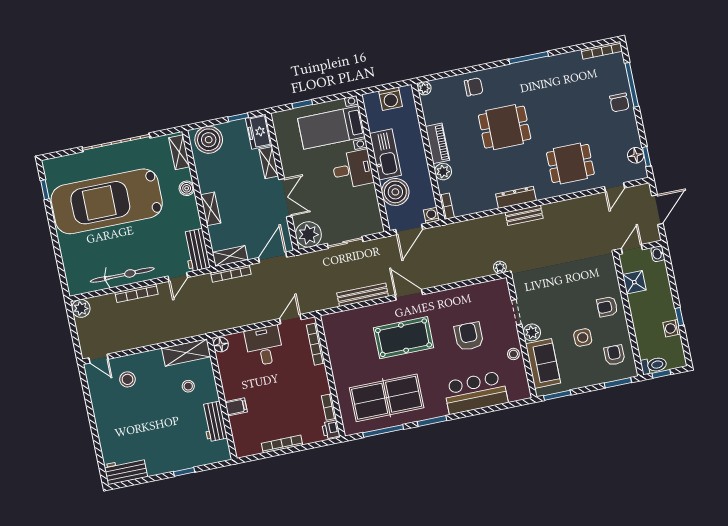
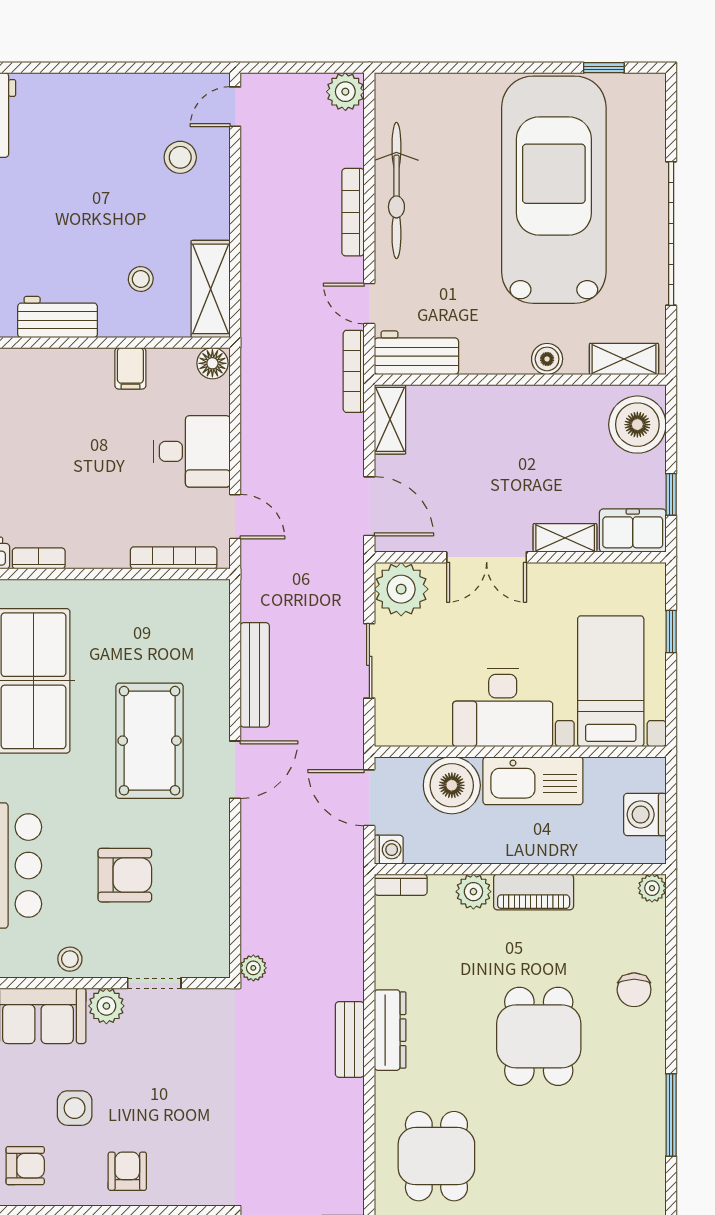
desk: (353, 169) -> (503, 707), width x1.37
shelving: (211, 209) -> (495, 400), removed
bookcase: (231, 274) -> (354, 371), moved
filing cabinet: (236, 407) -> (130, 368), moved

